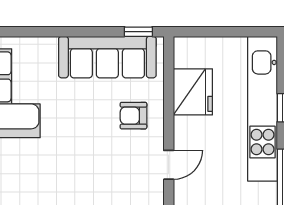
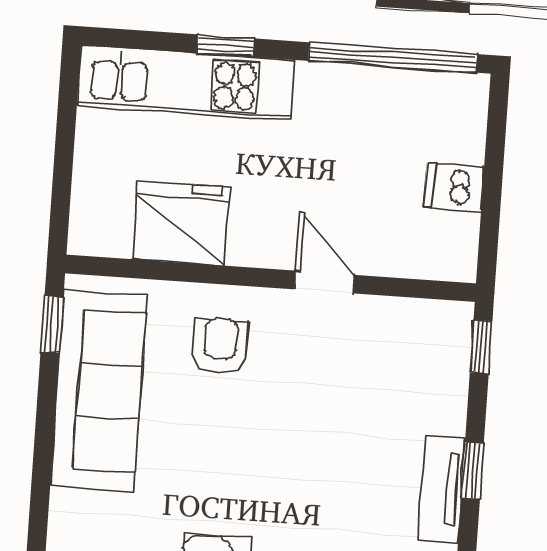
kitchen unit: (262, 109) -> (186, 83), width x0.73
armchair: (133, 116) -> (220, 346), turned 180

